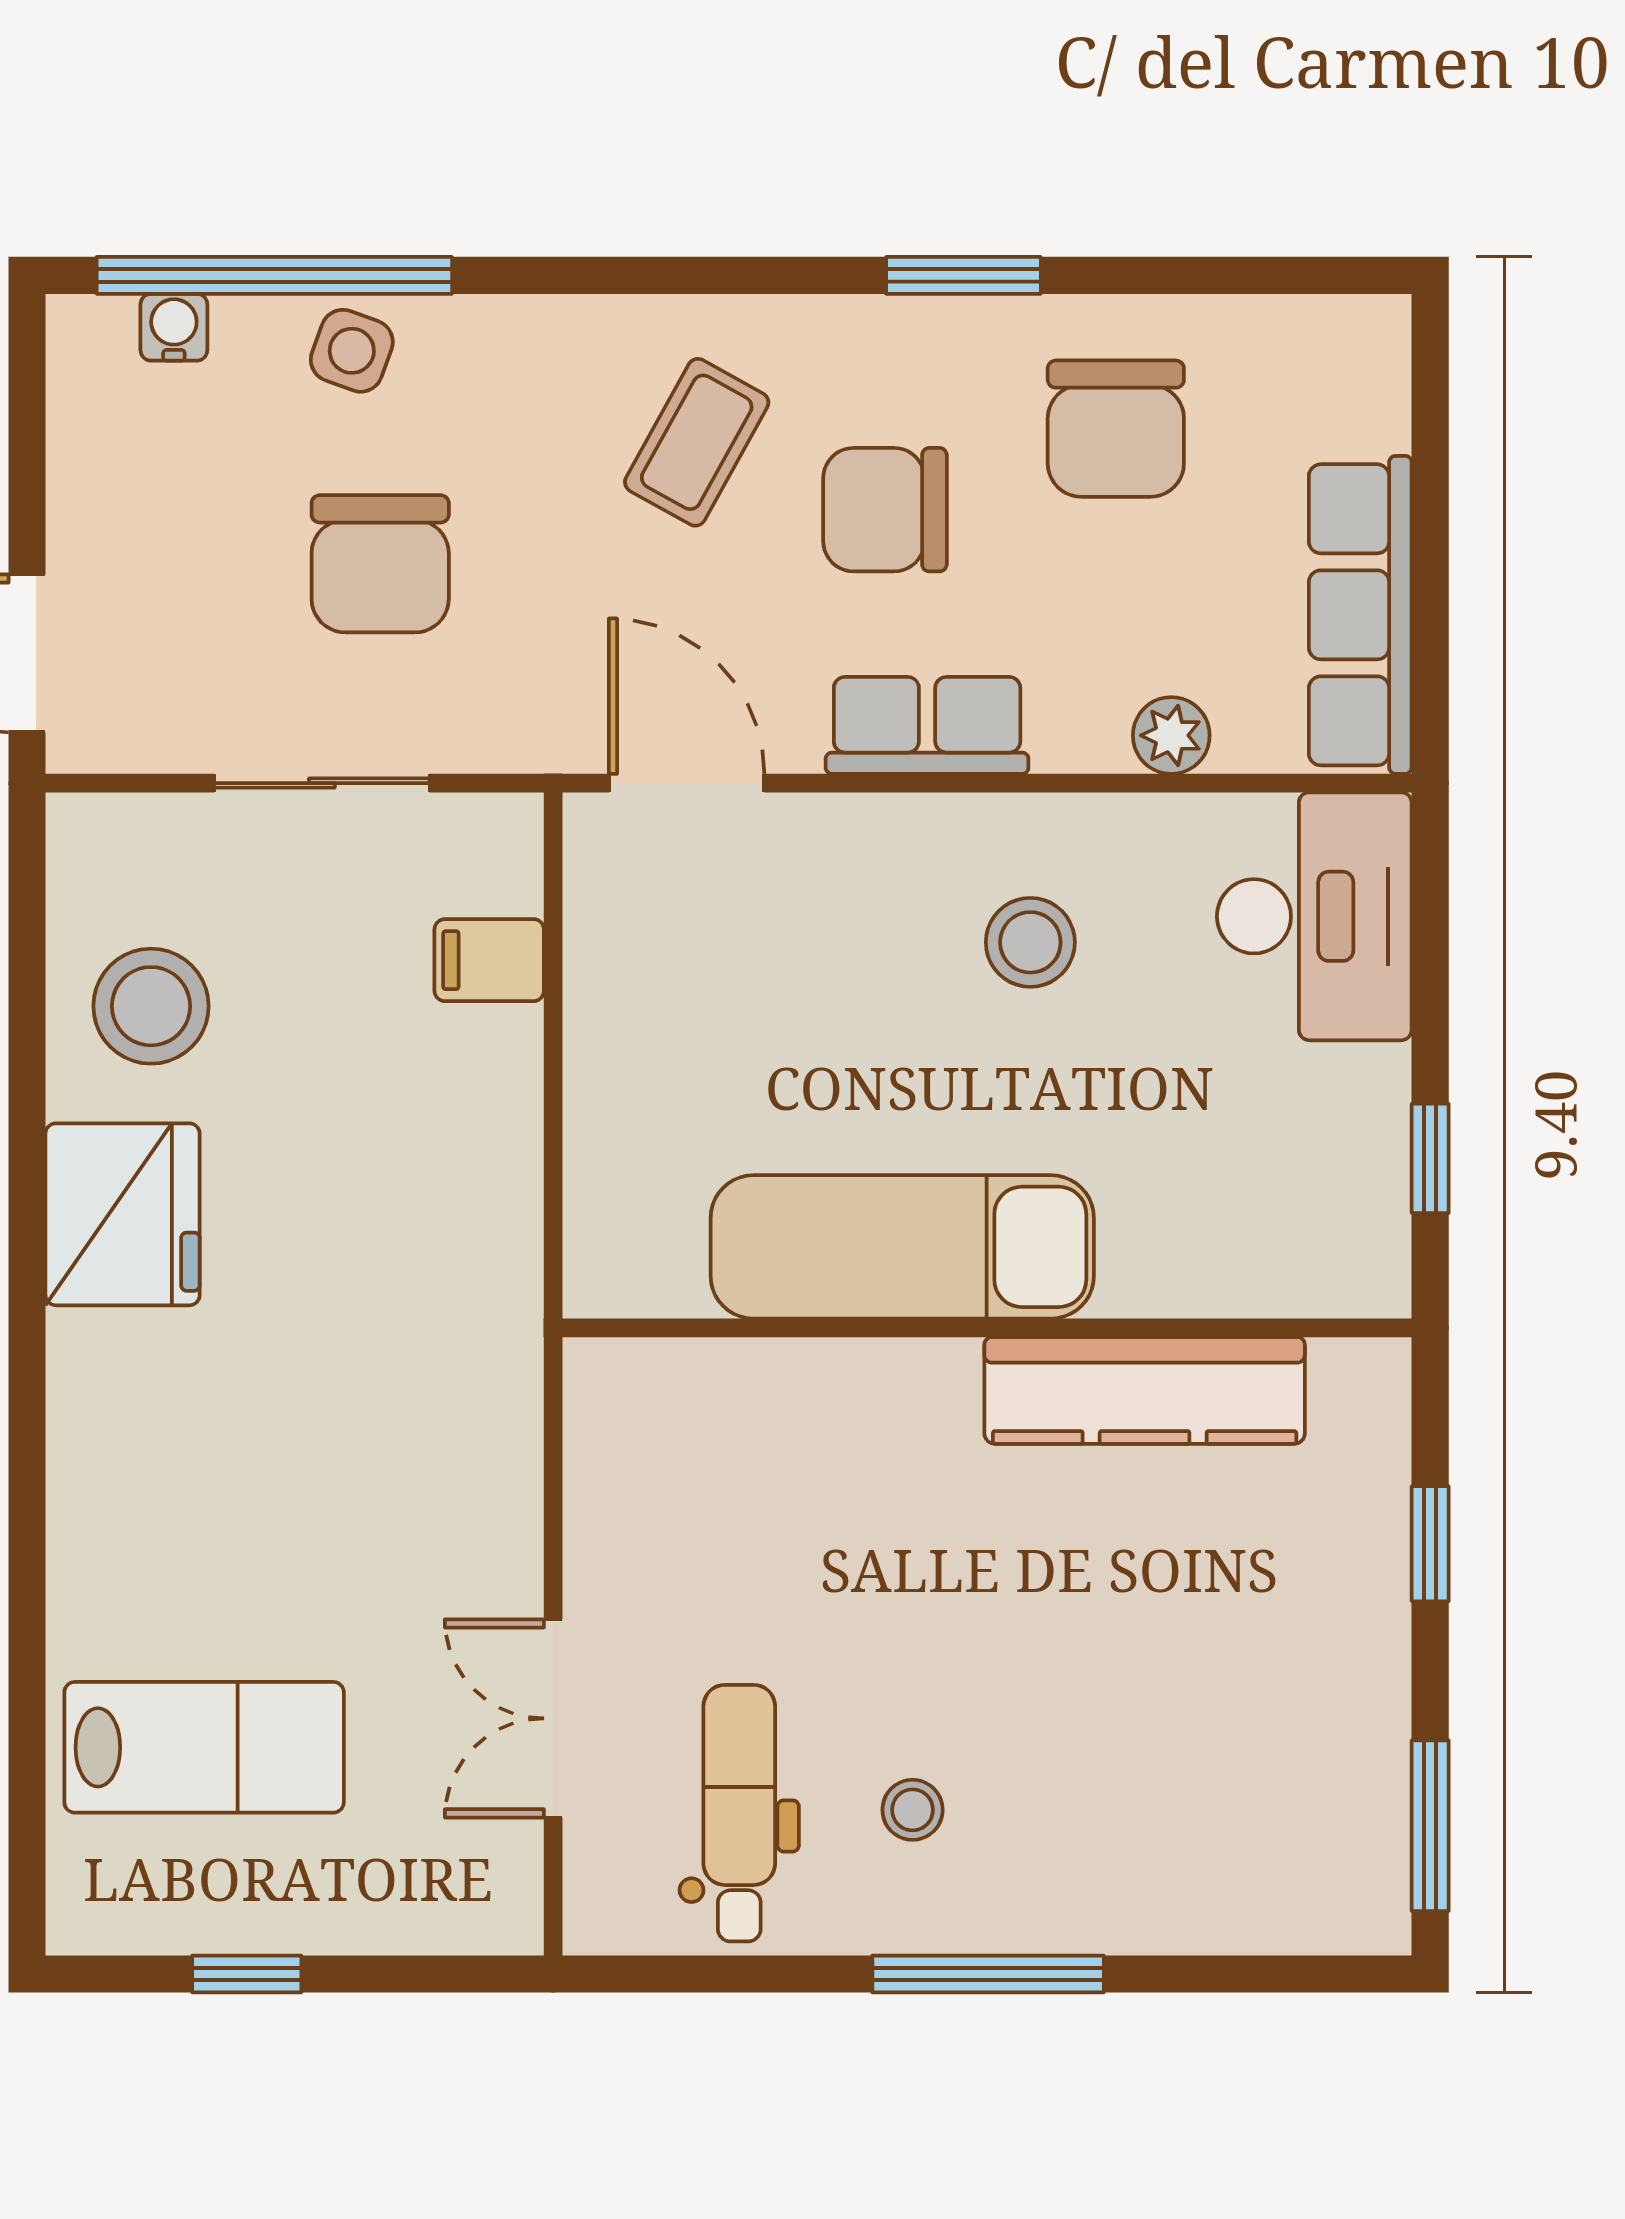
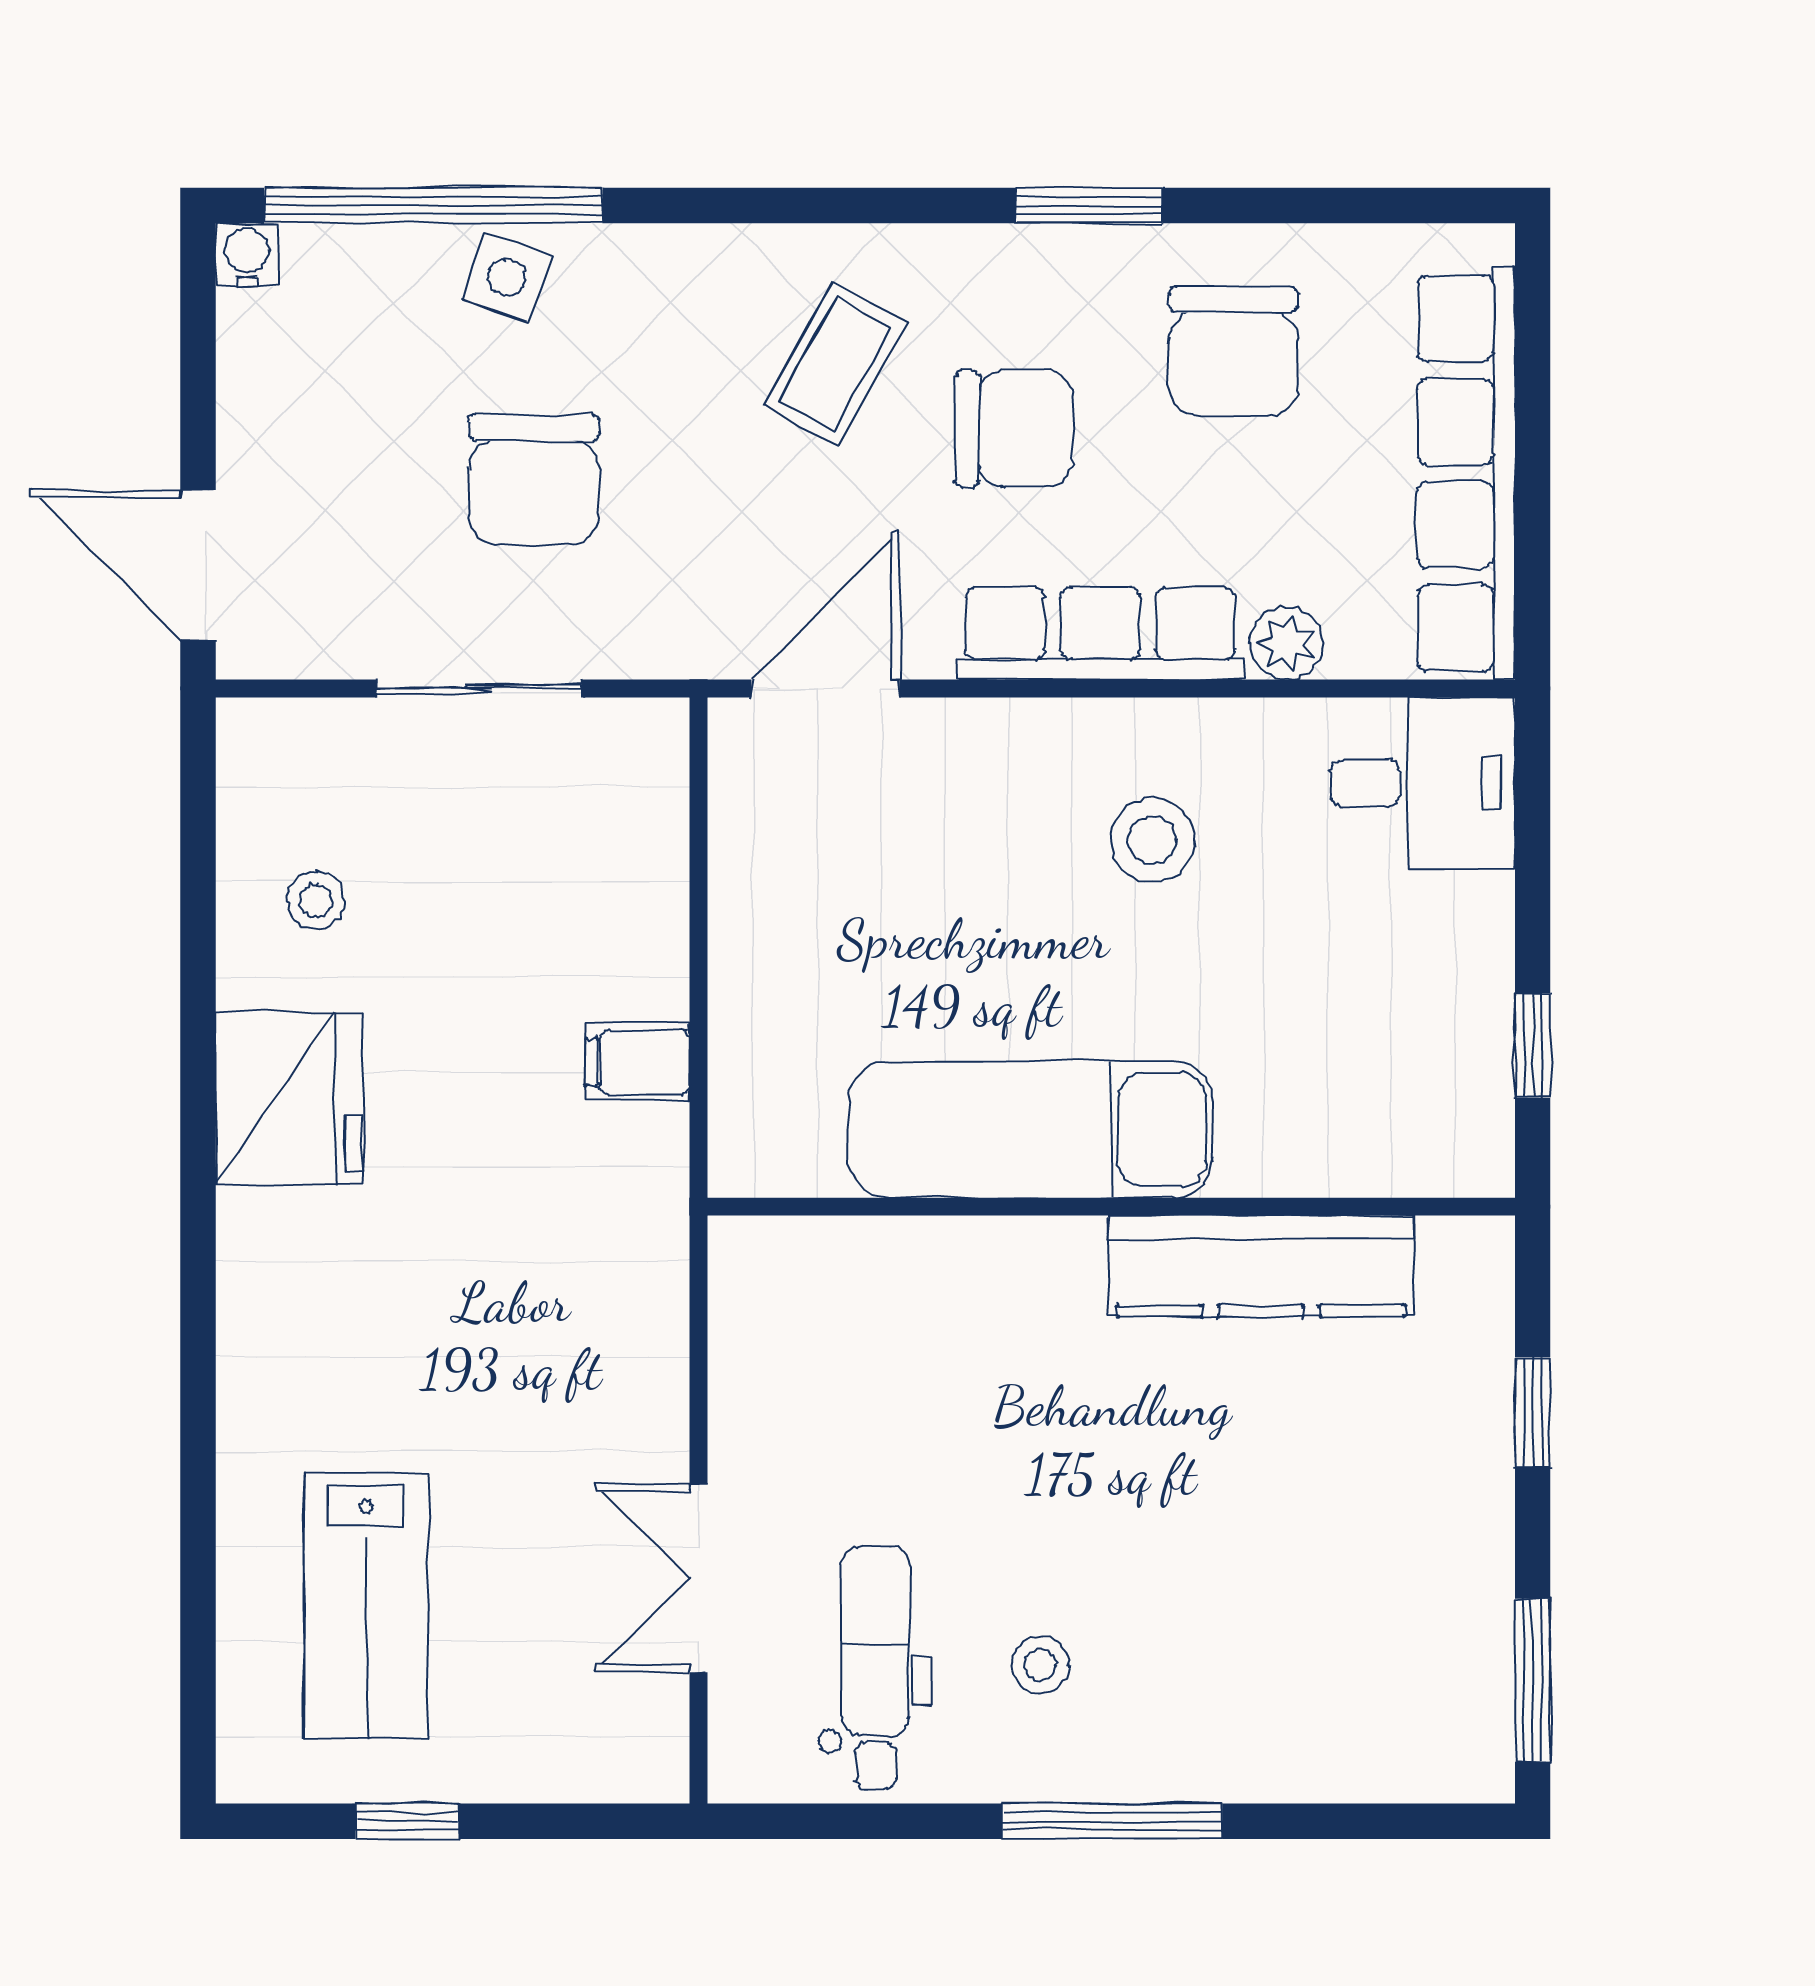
water cooler: (174, 327) -> (247, 255), moved
chair: (885, 510) -> (1014, 428), turned 180
row of seats: (1360, 615) -> (1466, 473), width x1.36
row of seats: (927, 725) -> (1100, 634), width x1.48
door: (687, 783) -> (825, 688), hinge flipped
desk: (1314, 916) -> (1422, 783), width x0.73
filing cabinet: (489, 960) -> (638, 1062), moved
stool: (151, 1006) -> (316, 901), width x0.53, depth x0.53
lab bench: (204, 1747) -> (366, 1606), turned 90

